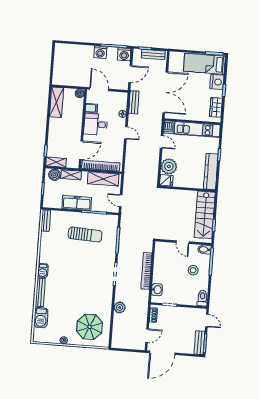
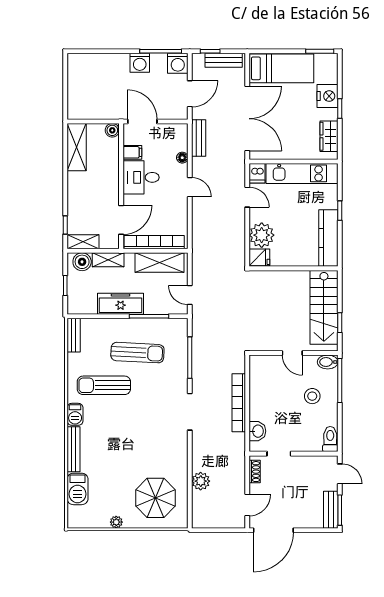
bed: (204, 64) -> (281, 68), moved, turned 180
sun lounger: (62, 254) -> (104, 385), added
plant: (120, 307) -> (201, 481), moved

